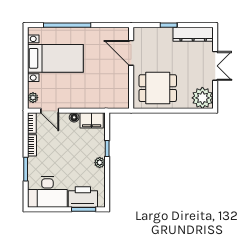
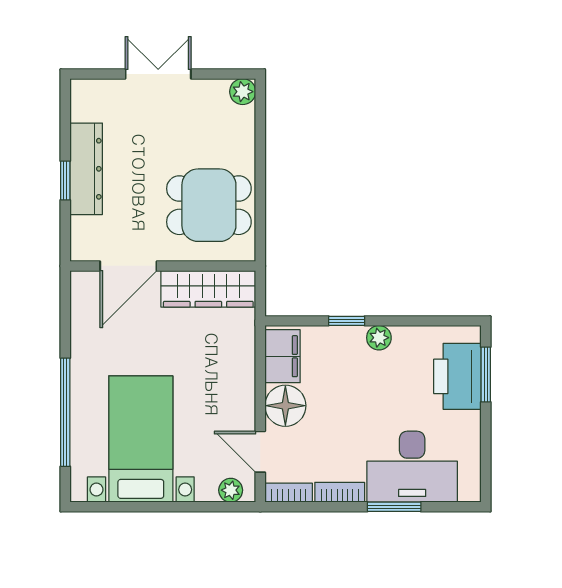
dresser: (193, 34) -> (86, 169), moved
wardrobe: (121, 88) -> (208, 289), added
dining table: (158, 88) -> (209, 205), turned 90
plant: (202, 98) -> (243, 92), width x0.53, depth x0.53
door: (50, 111) -> (260, 452), swing flipped
floor lamp: (74, 117) -> (285, 406), width x1.89, depth x1.89
desk: (47, 192) -> (412, 467), moved, turned 90

